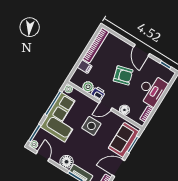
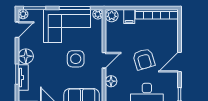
plant: (88, 87) -> (112, 16), moved
printer: (98, 93) -> (111, 46), removed
door: (106, 106) -> (104, 60), swing flipped

